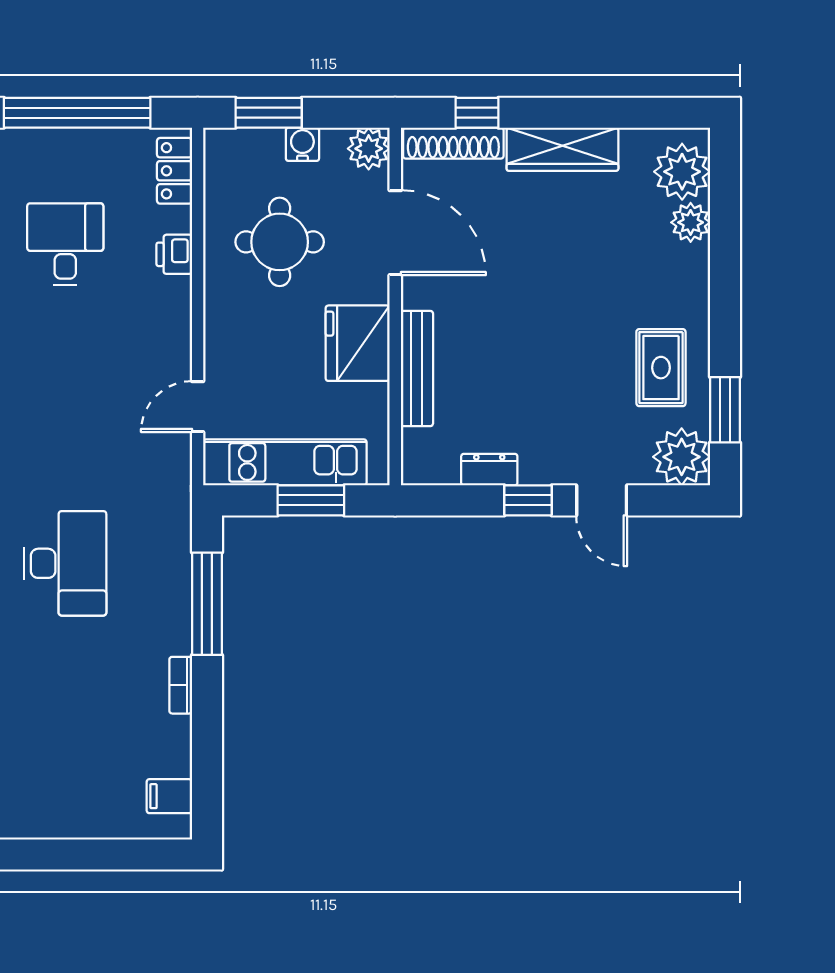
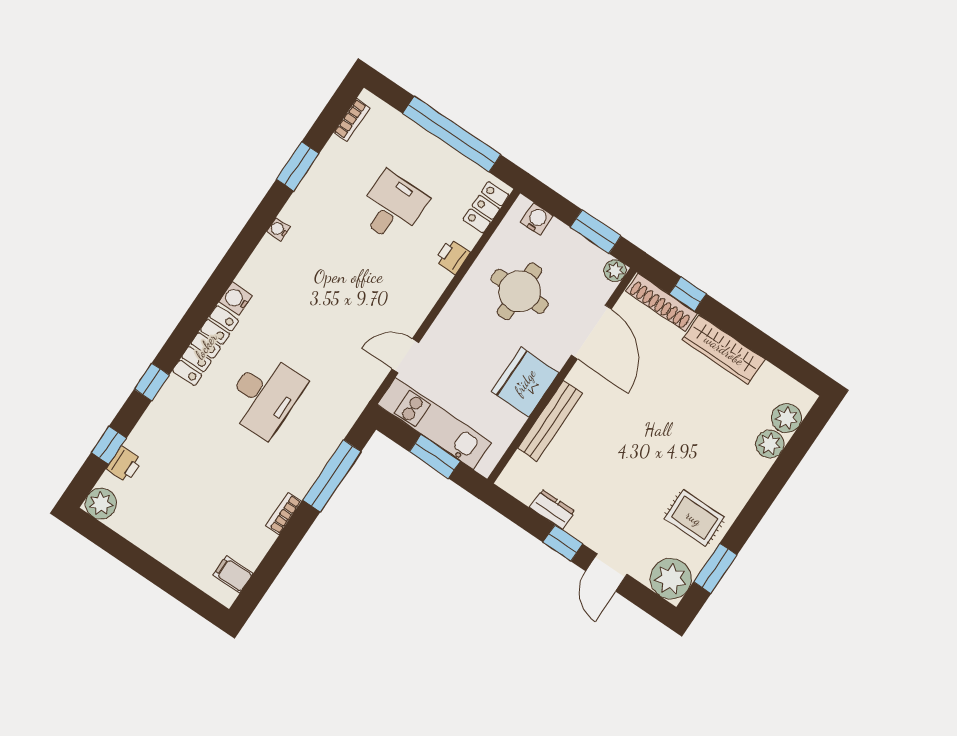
window: (269, 113) -> (596, 232), moved
water cooler: (302, 144) -> (537, 219), moved
plant: (369, 149) -> (615, 271), width x0.73, depth x0.73
plant: (682, 172) -> (786, 418), width x0.73, depth x0.73
rug: (661, 368) -> (694, 518), turned 90

